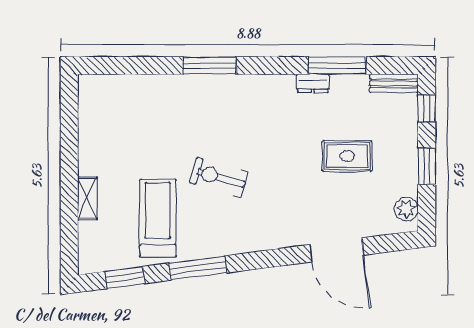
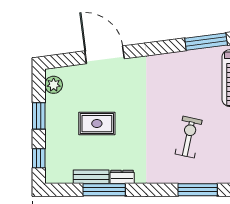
bench: (394, 83) -> (91, 177), moved
exercise bike: (219, 177) -> (189, 137), moved, turned -94

